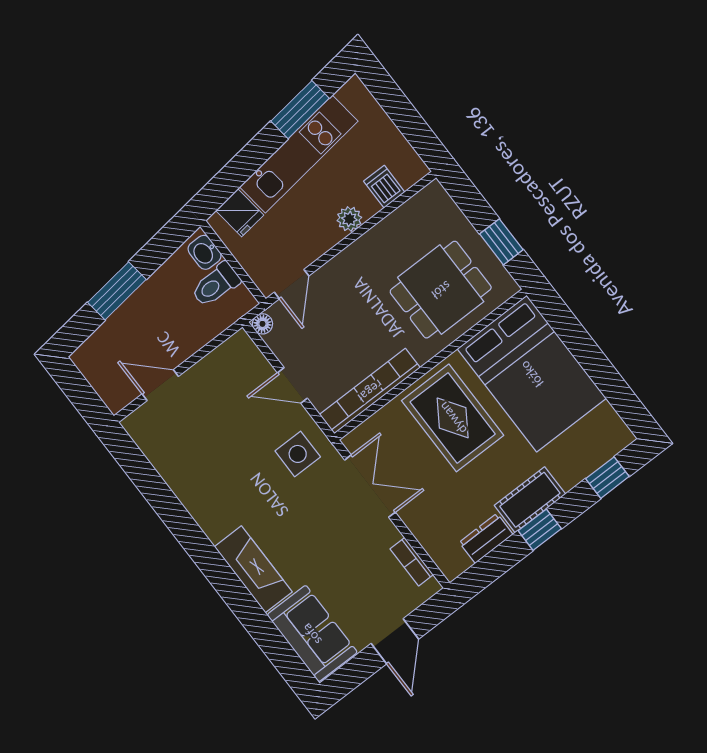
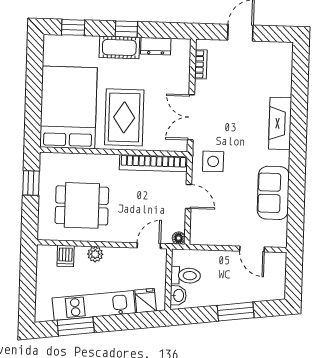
dining table: (441, 290) -> (82, 205), moved
sofa: (312, 634) -> (273, 193), moved

